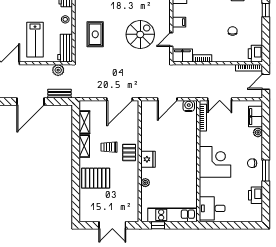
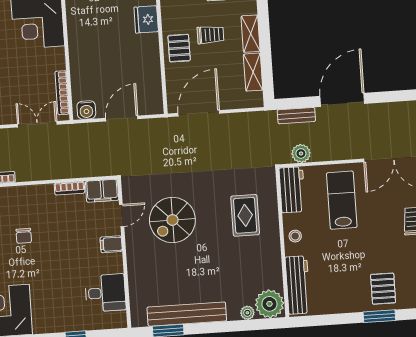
pallet: (129, 152) -> (179, 48), moved

